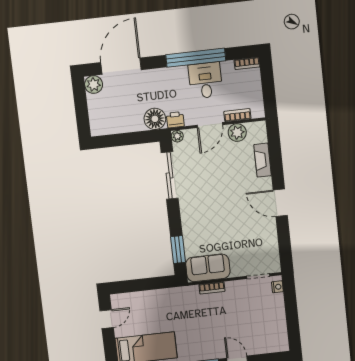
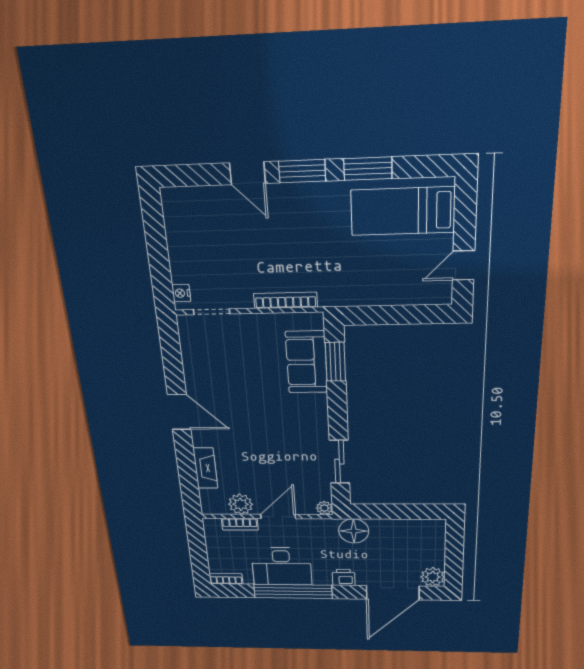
desk: (205, 80) -> (282, 566), width x1.37
printer: (175, 120) -> (344, 577), moved, turned 180
sliding door: (170, 175) -> (339, 462), width x0.73
sofa: (208, 268) -> (307, 362), moved, turned 90
bookcase: (212, 288) -> (285, 300), width x1.56

